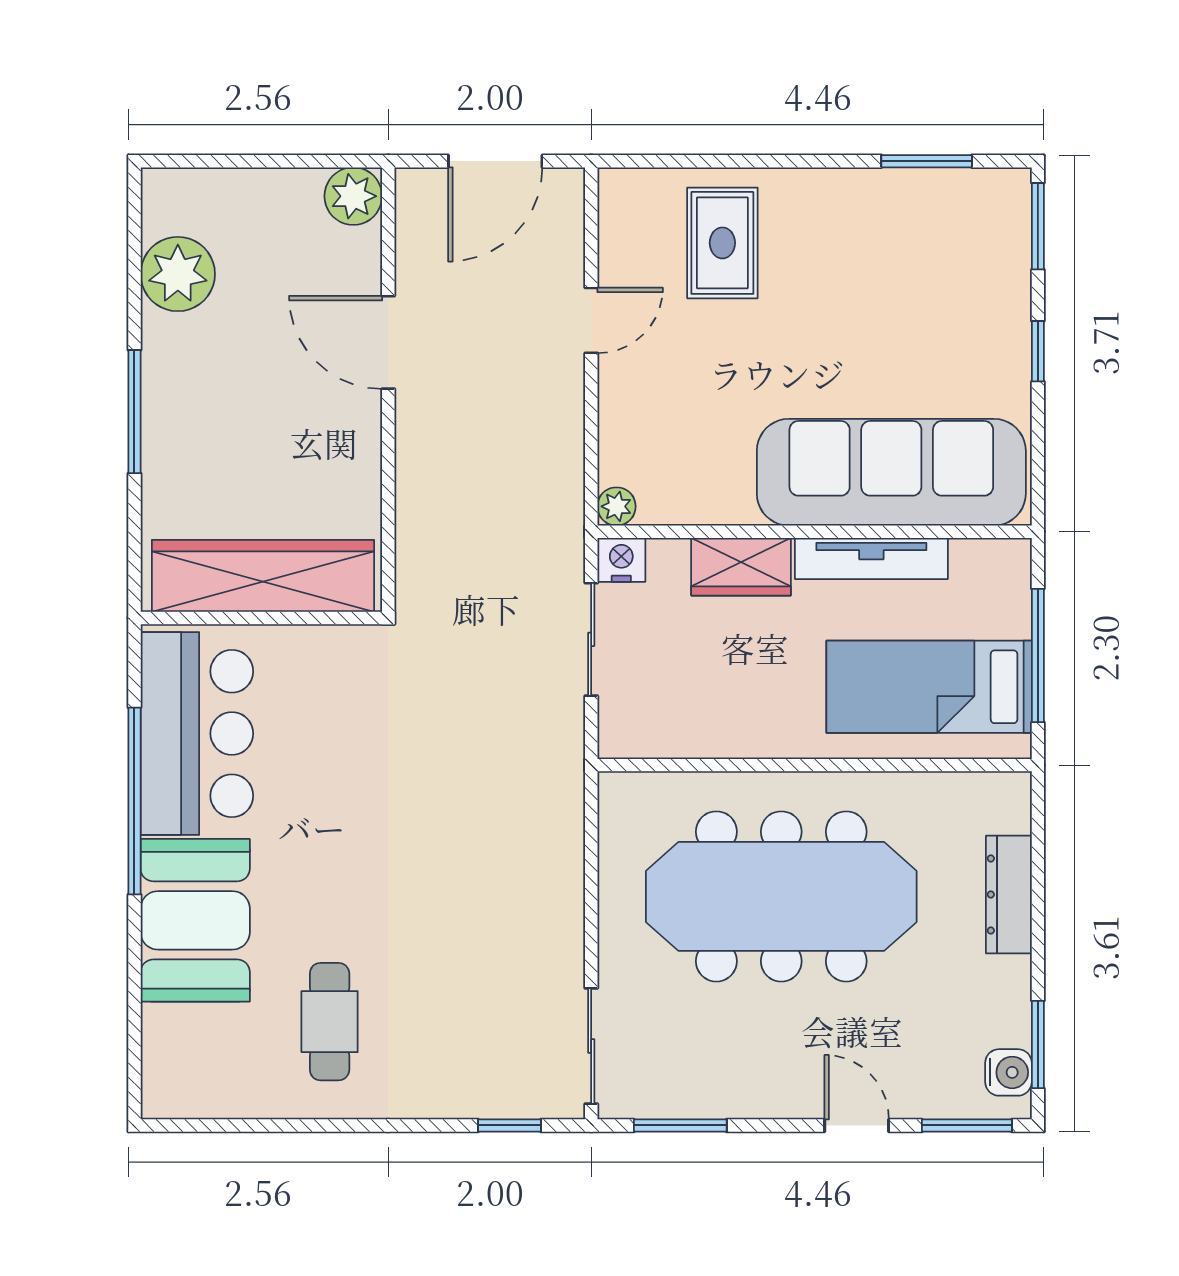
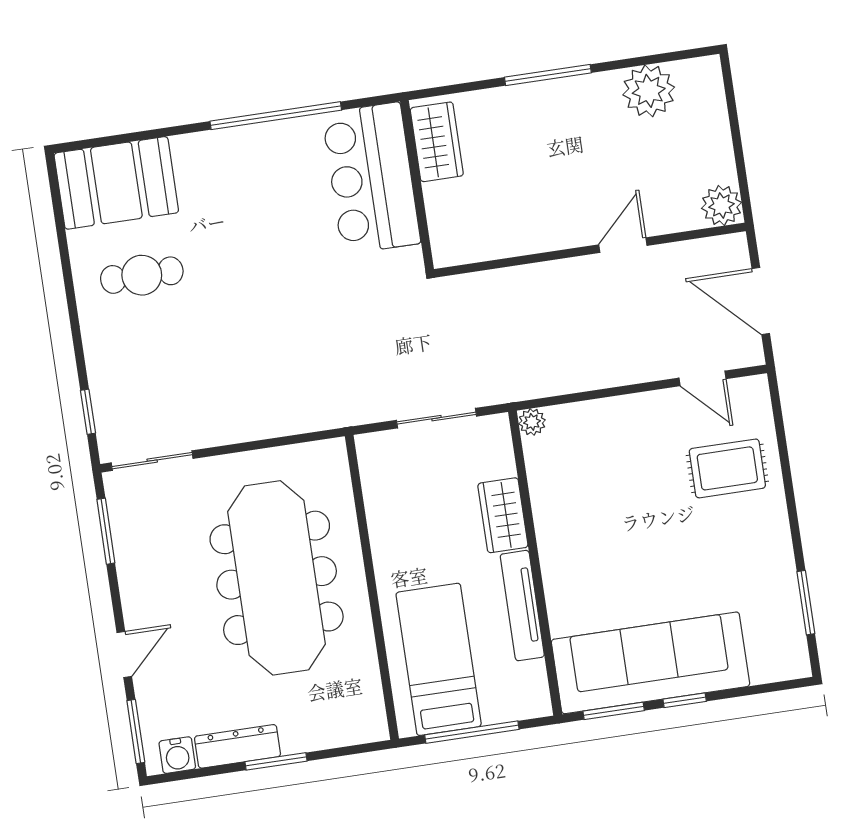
window: (1038, 226) -> (614, 711), moved
door: (591, 320) -> (703, 378), moved
door: (388, 342) -> (623, 245), width x0.73
sofa: (891, 472) -> (650, 663), moved, turned -90
nightstand: (621, 560) -> (495, 431), removed
wardrobe: (263, 576) -> (437, 142), width x0.48, depth x0.85
bar counter: (197, 733) -> (371, 178), moved, turned 90
dresser: (1009, 894) -> (238, 746), moved
booth: (195, 920) -> (116, 183), moved
window: (1038, 1044) -> (276, 761), moved

